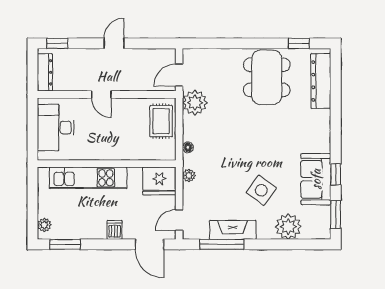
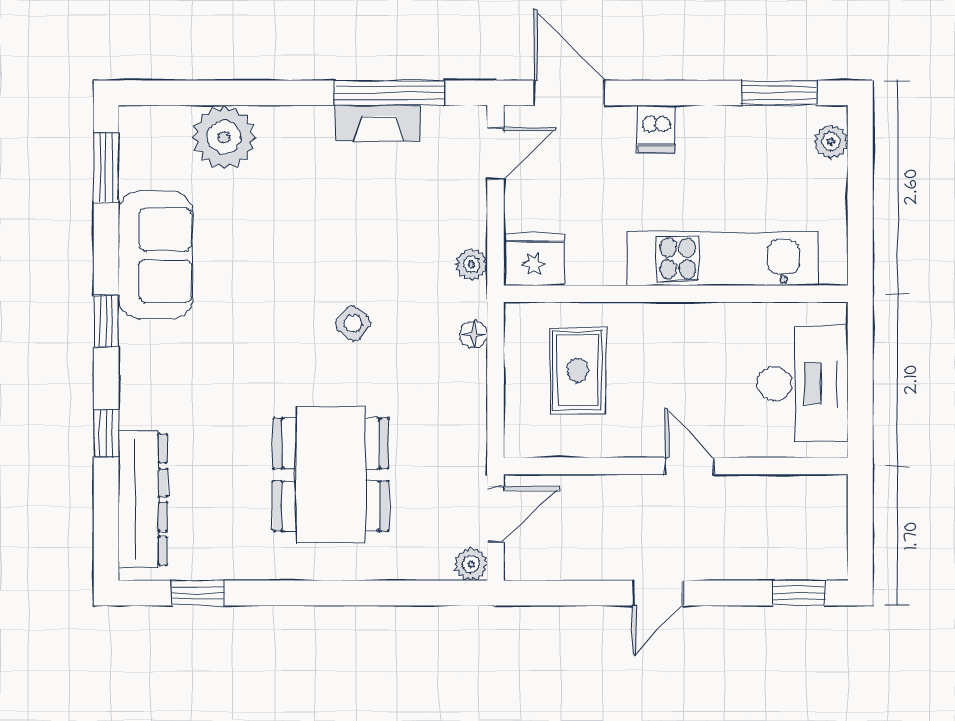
dresser: (45, 72) -> (830, 521), removed
dining table: (267, 77) -> (331, 475), moved
plant: (195, 103) -> (471, 564), moved, width x0.53, depth x0.53
window: (336, 108) -> (106, 433), added
rug: (161, 121) -> (578, 370), moved
window: (336, 174) -> (106, 321), moved
fridge: (159, 181) -> (534, 260), width x0.73, depth x0.75
side table: (261, 190) -> (353, 323), moved, width x0.54, depth x0.54
fireplace: (233, 230) -> (378, 123), width x0.73, depth x0.76

